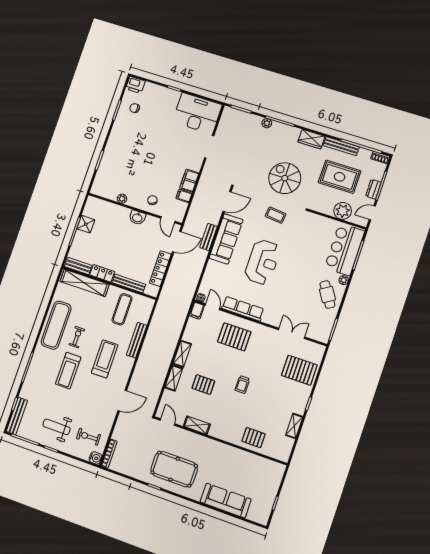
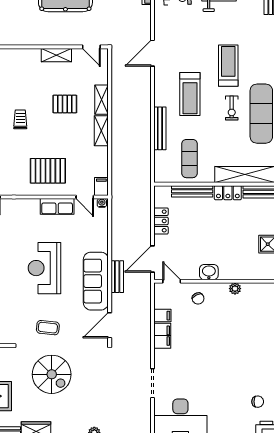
locker: (160, 269) -> (161, 221), width x0.66
row of seats: (243, 309) -> (57, 206), width x0.68

